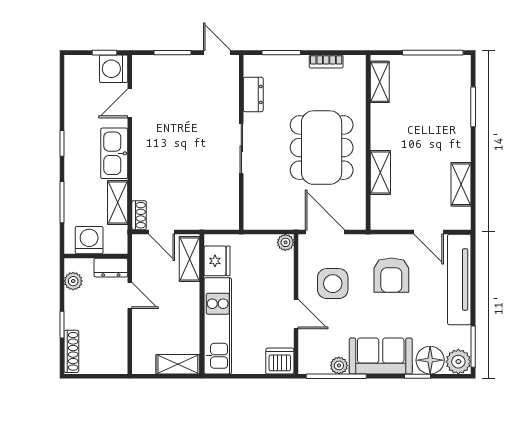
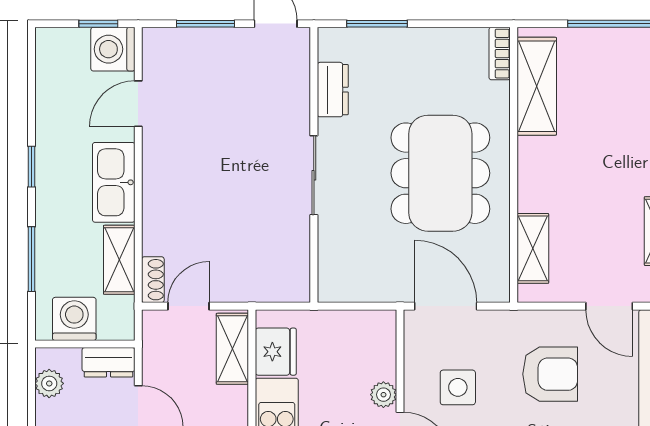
bookcase: (326, 62) -> (500, 54), moved, turned 90
shelving: (380, 82) -> (537, 86), width x1.50, depth x1.33
shelving: (380, 173) -> (533, 248), moved
door: (162, 232) -> (188, 306), swing flipped
plant: (285, 242) -> (383, 395), moved
armchair: (391, 275) -> (550, 374), turned -90
side table: (333, 284) -> (458, 387), width x0.73, depth x0.73

